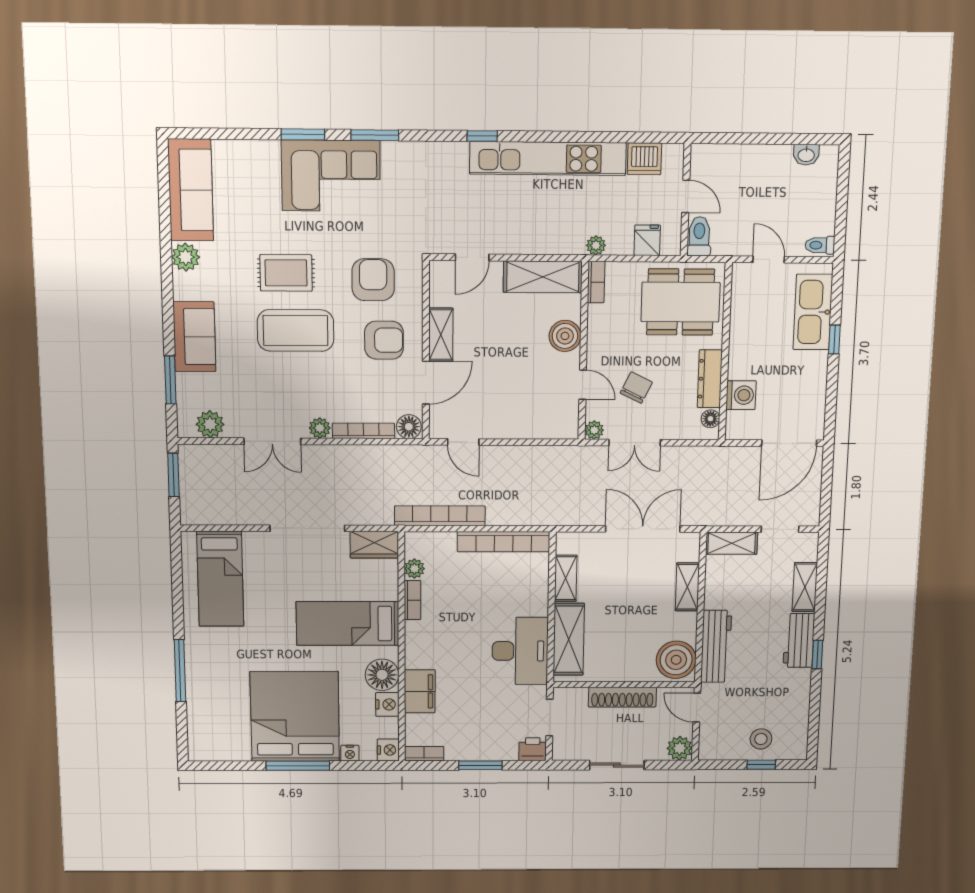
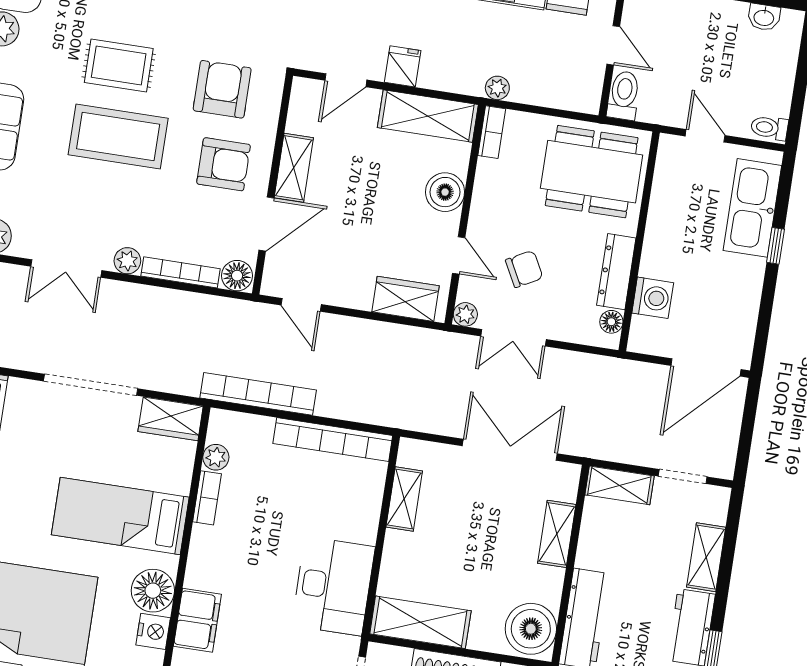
fridge: (647, 240) -> (403, 66), moved
chair: (636, 388) -> (524, 269), turned 36
wardrobe: (545, 425) -> (406, 299), added
shelving: (569, 639) -> (420, 622), moved, turned 90

